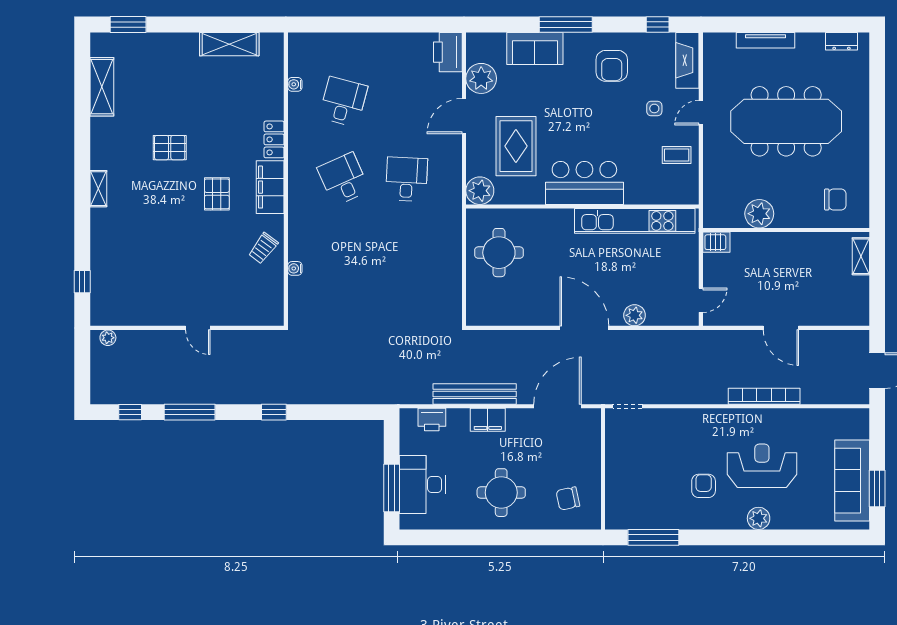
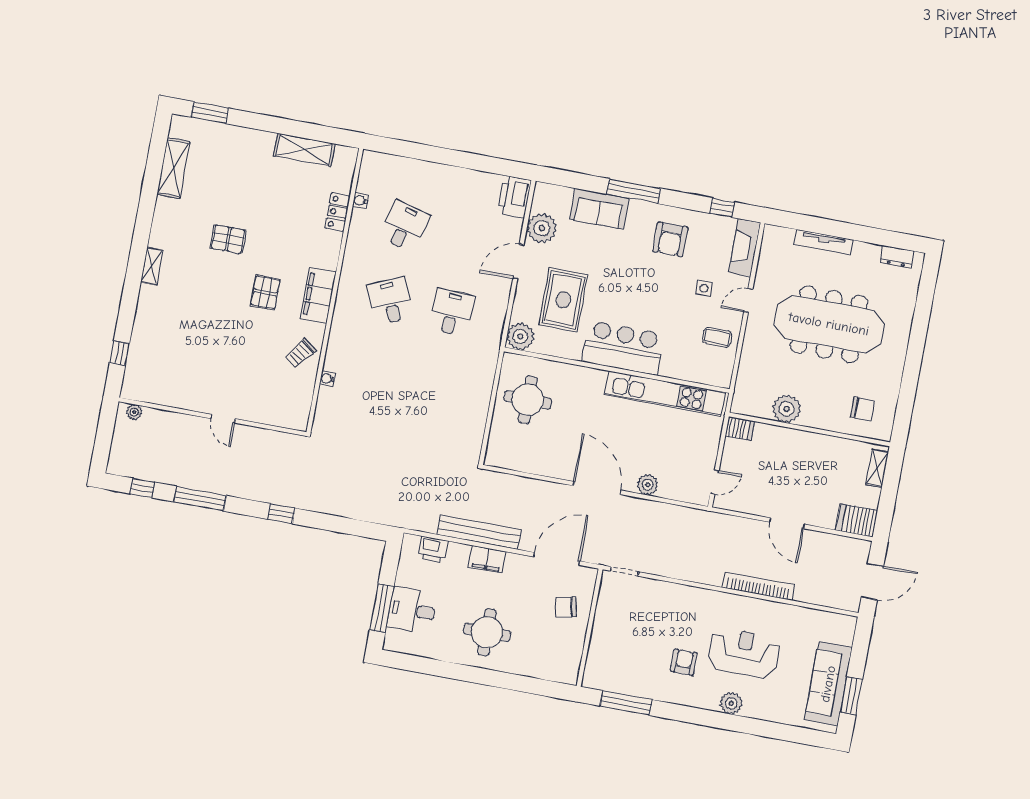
locker: (274, 139) -> (338, 212), moved
server rack: (850, 312) -> (857, 520), added
desk: (422, 485) -> (412, 610), width x0.73
chair: (568, 498) -> (566, 607), moved

